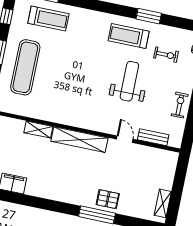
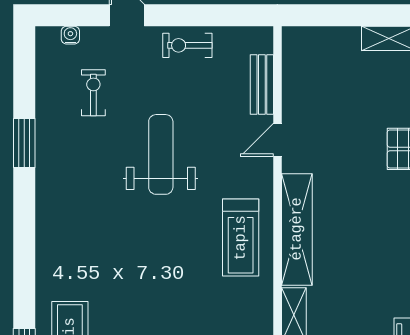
treadmill: (129, 36) -> (241, 238), moved
weight bench: (129, 81) -> (161, 154), turned 90

